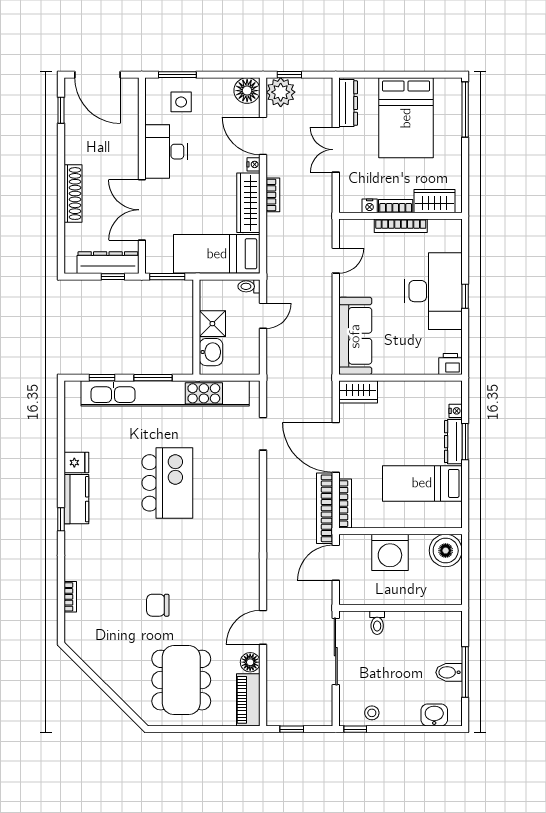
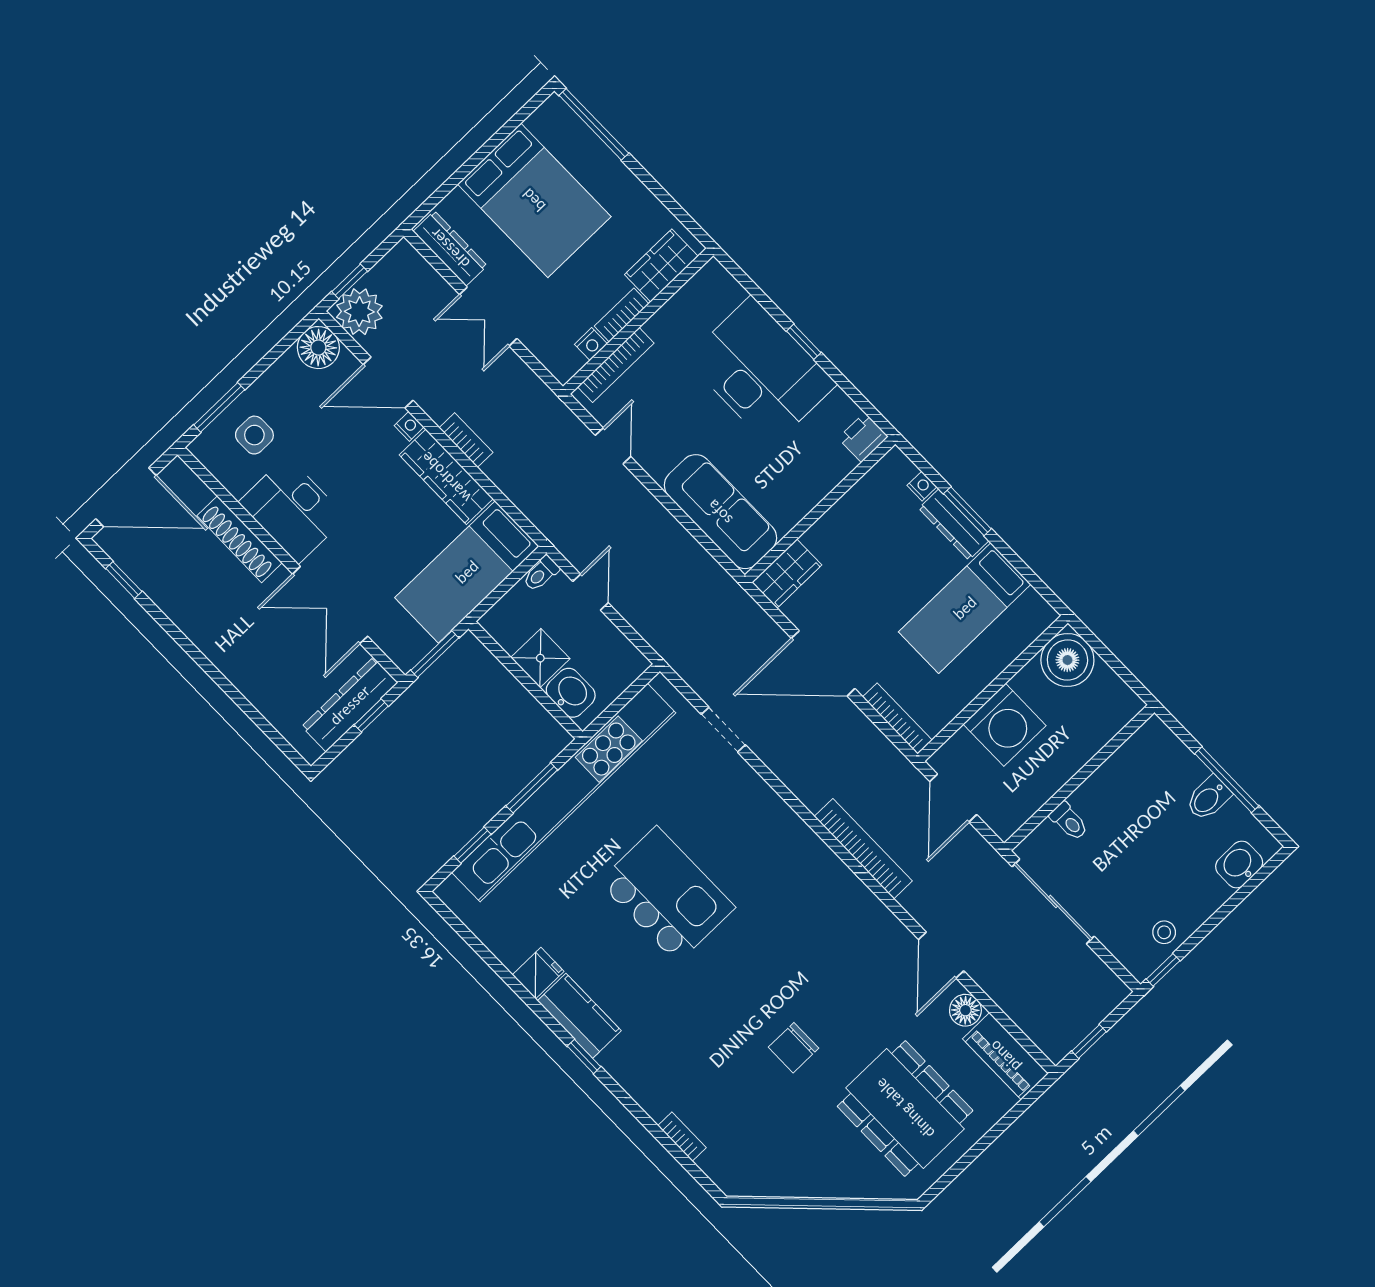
shoe rack: (73, 194) -> (240, 539), moved, turned 180
bookcase: (401, 226) -> (616, 365), moved
bookcase: (325, 508) -> (863, 849), moved, turned 180

